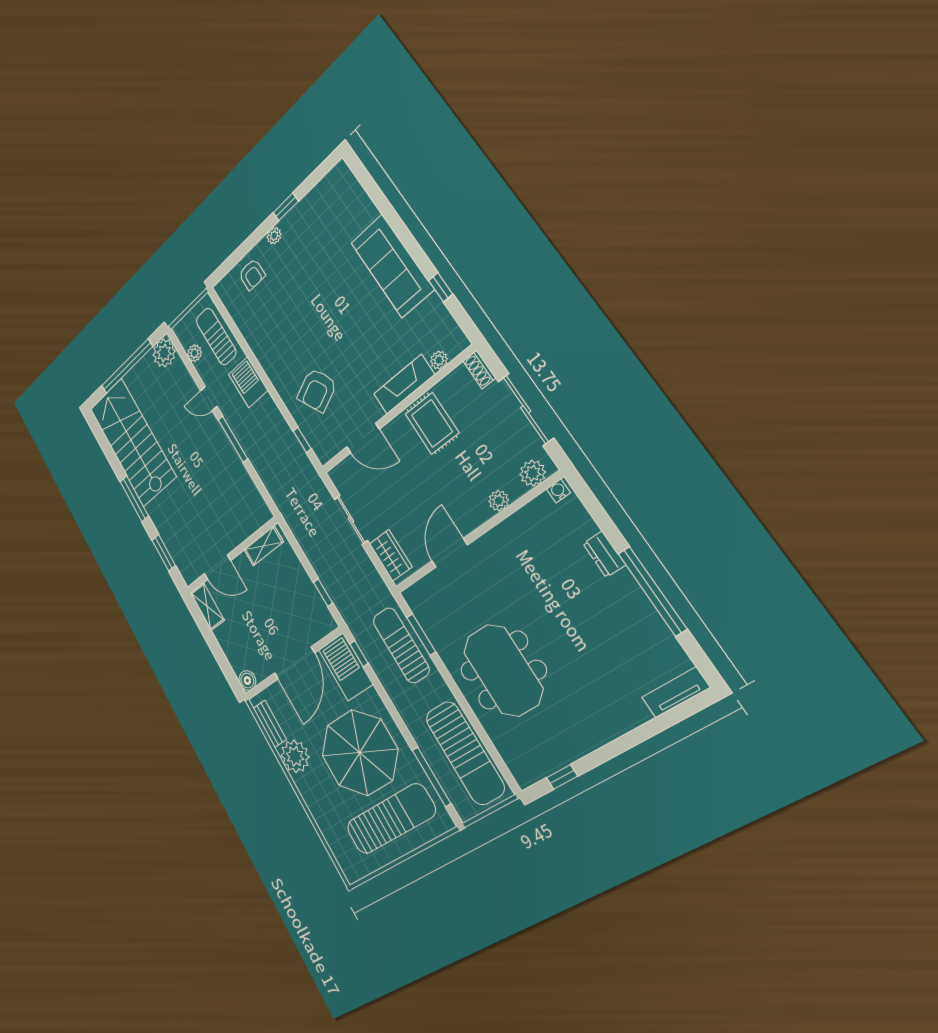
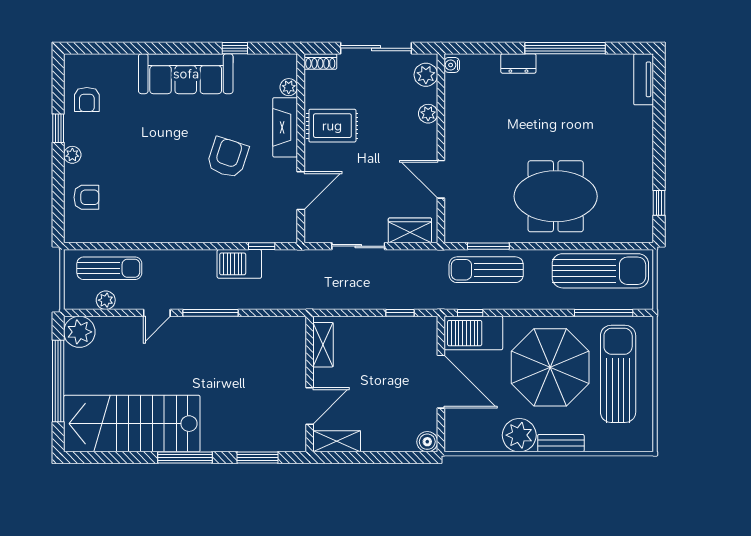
armchair: (320, 208) -> (87, 99), added
sun lounger: (216, 336) -> (109, 268), turned 180
barbecue: (248, 382) -> (239, 264), moved
armchair: (317, 390) -> (228, 157), moved, turned -135
bench: (270, 724) -> (561, 443), moved

